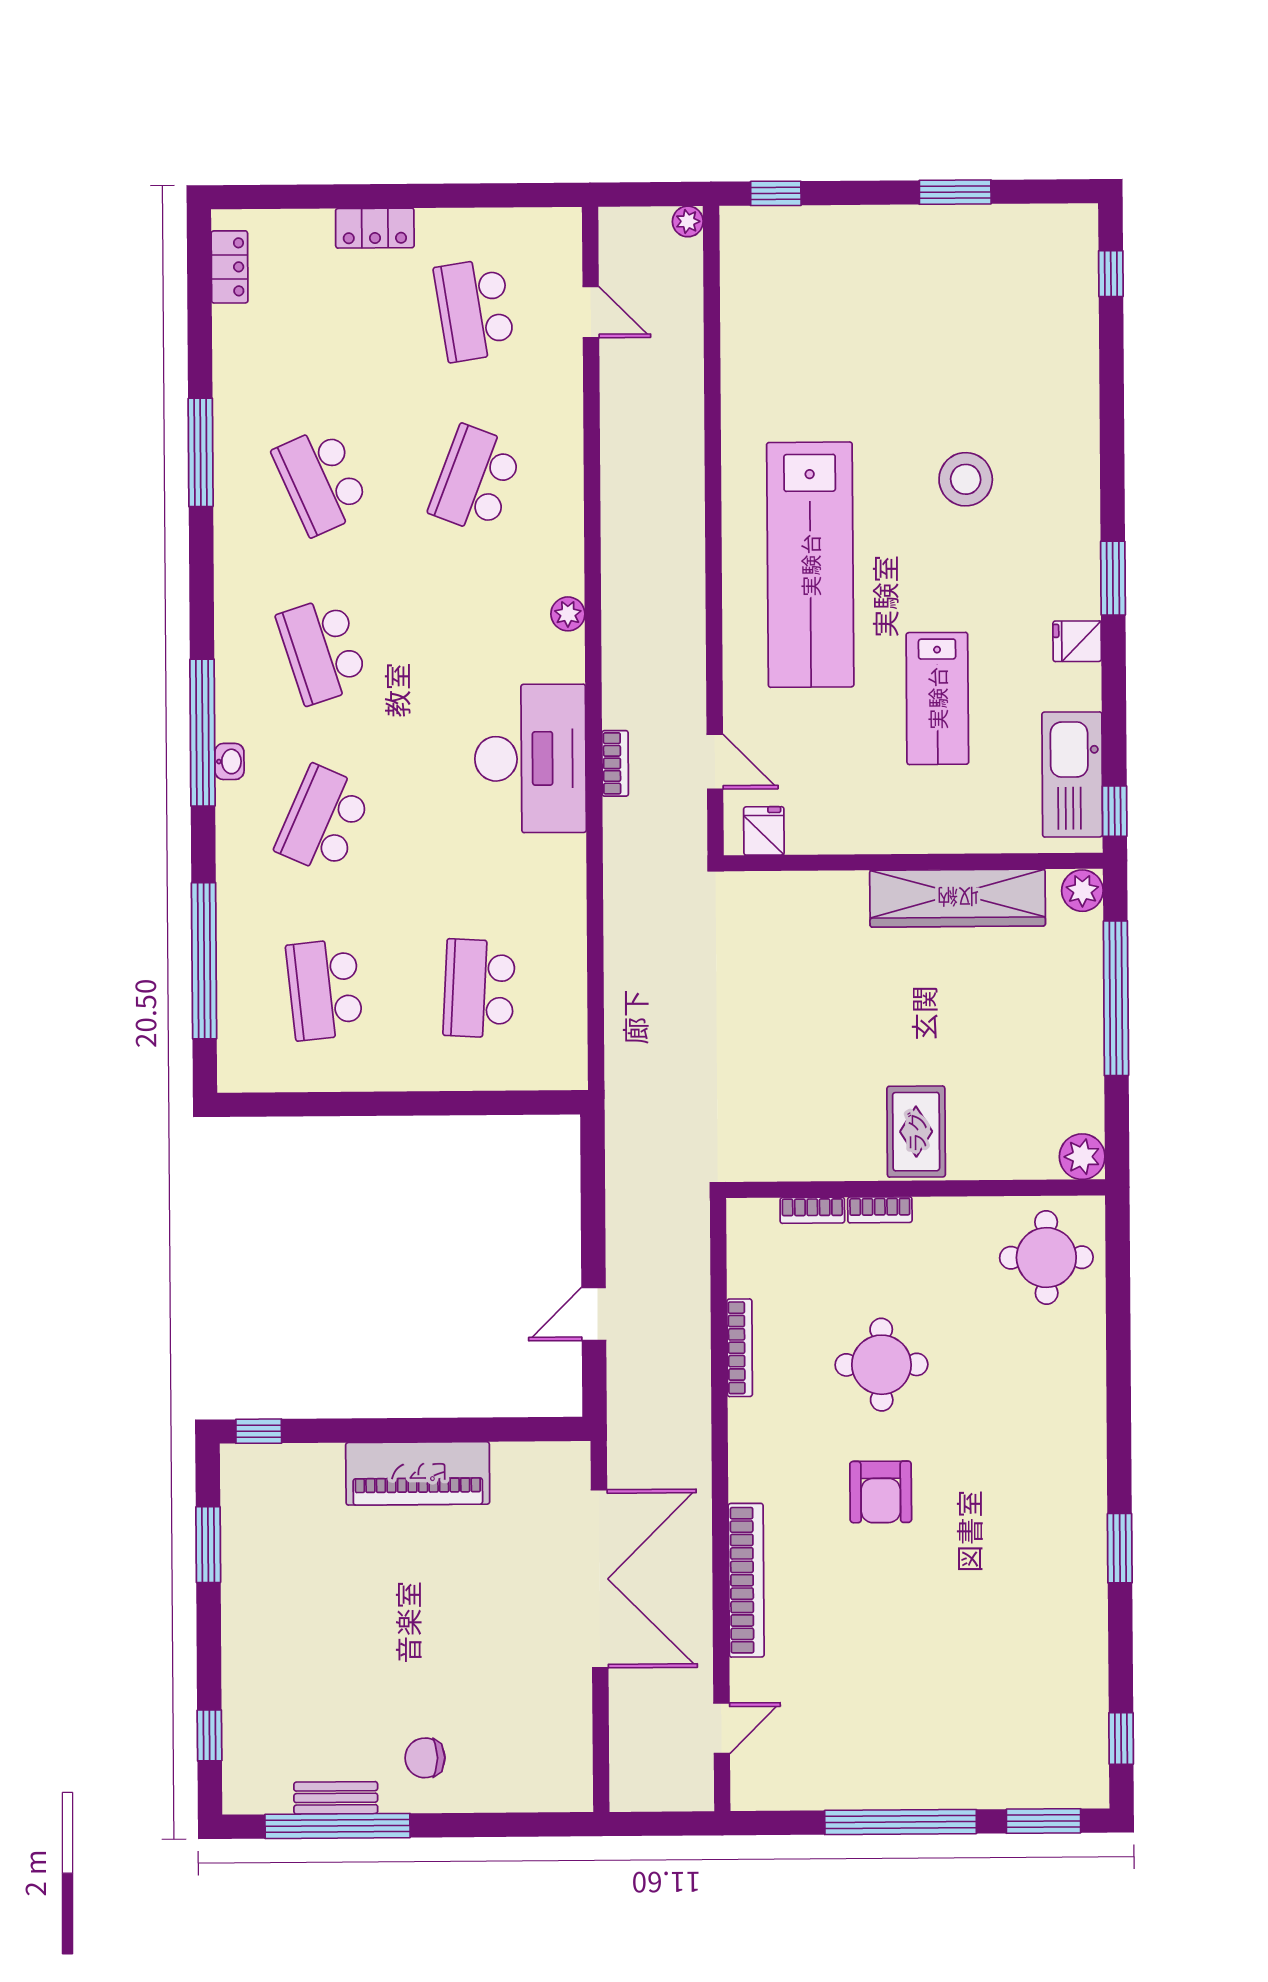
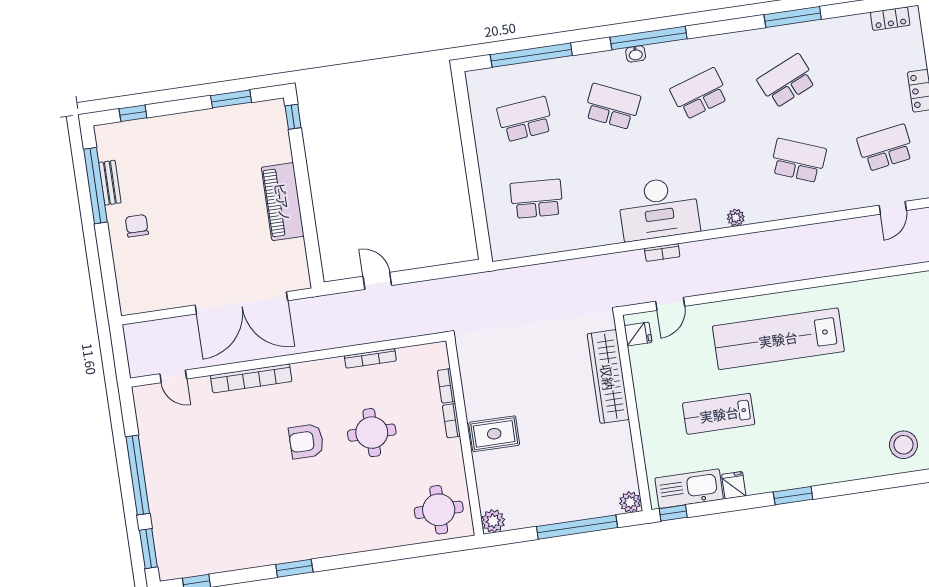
stool: (966, 479) -> (903, 445), moved
fridge: (1077, 641) -> (734, 485), moved
wardrobe: (958, 898) -> (608, 377), moved

